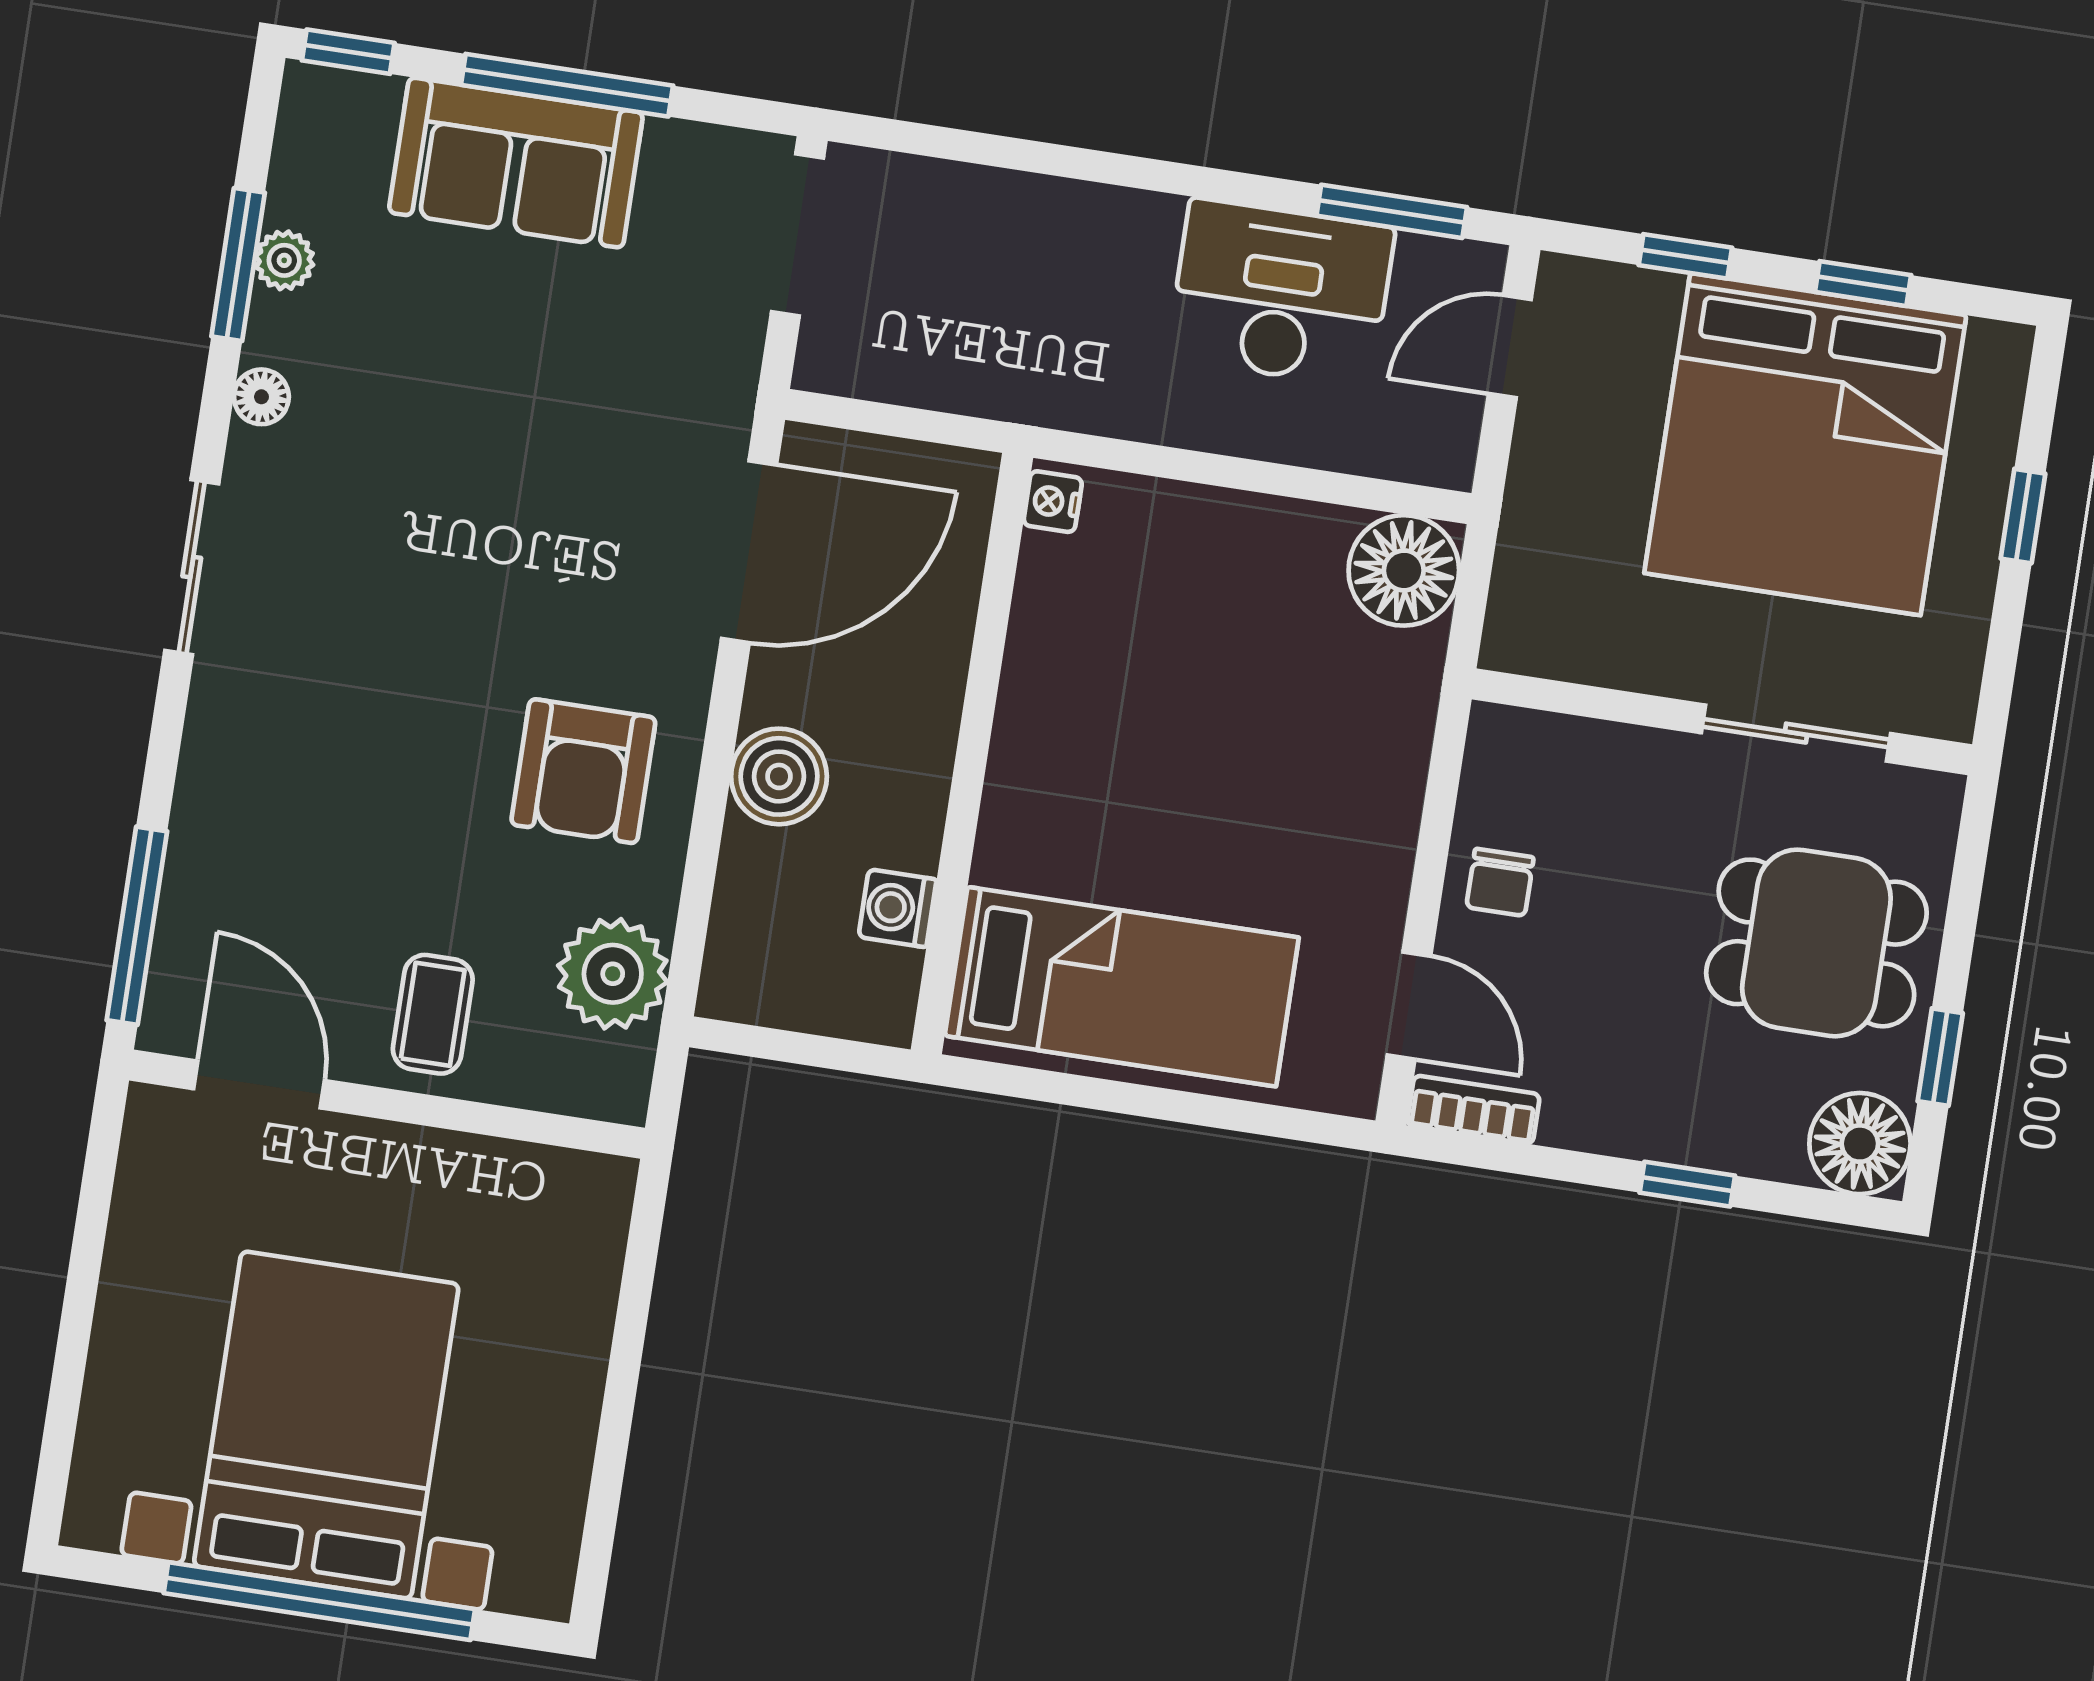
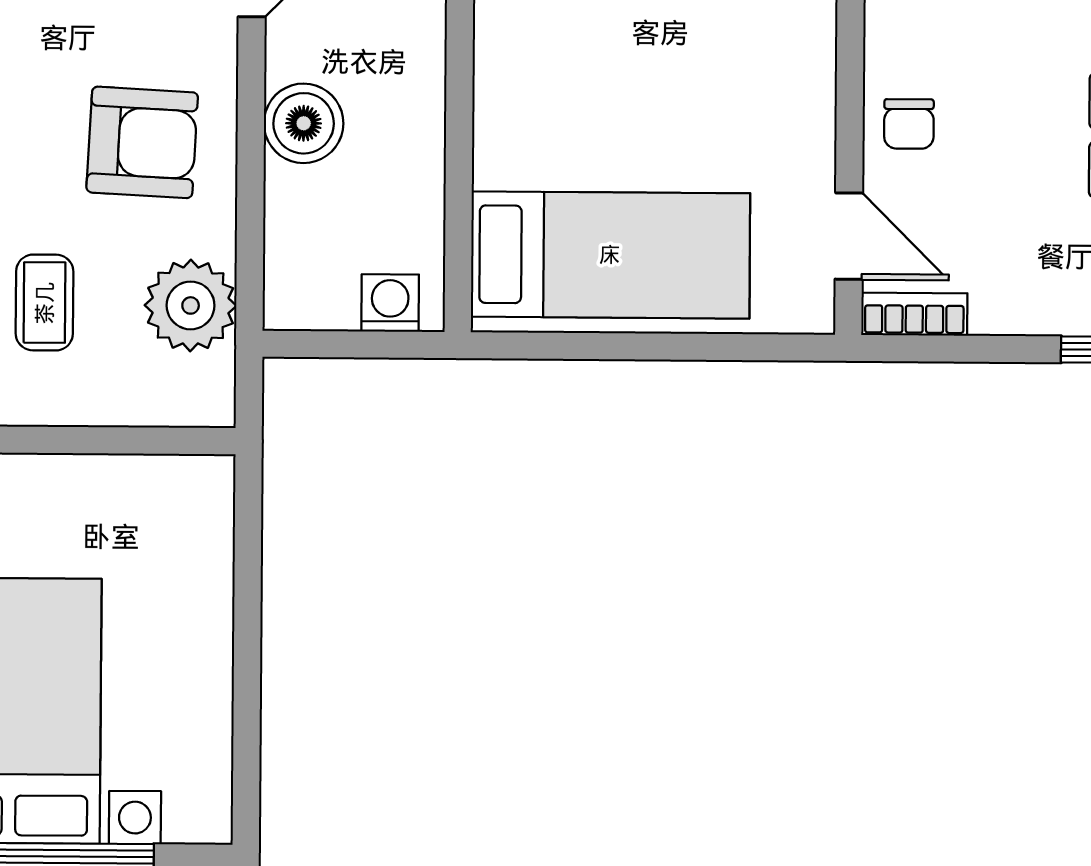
armchair: (583, 771) -> (142, 142), turned -87
washing machine: (898, 908) -> (390, 303), moved, turned 90
coffee table: (433, 1014) -> (45, 303), moved

